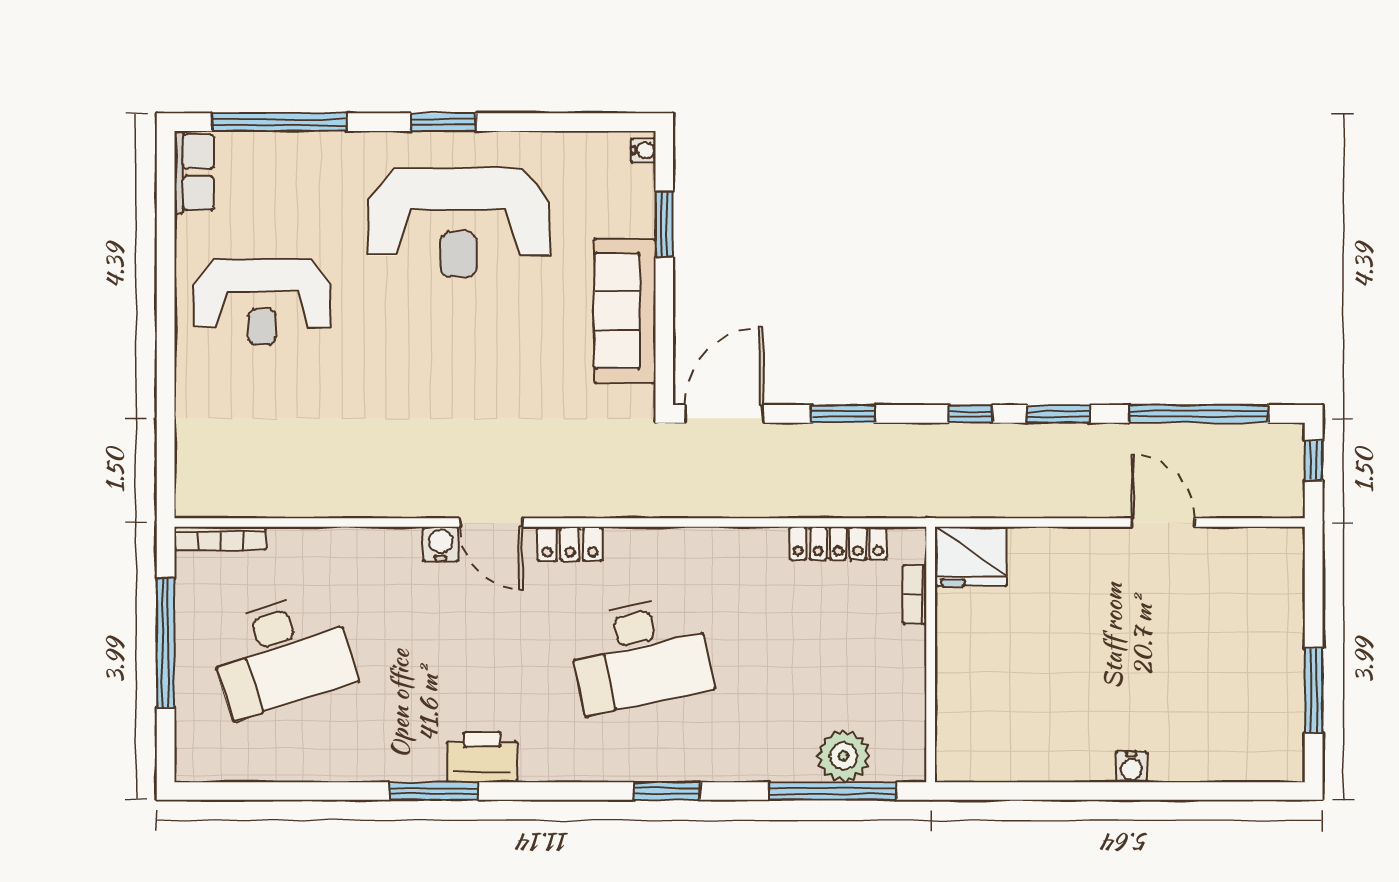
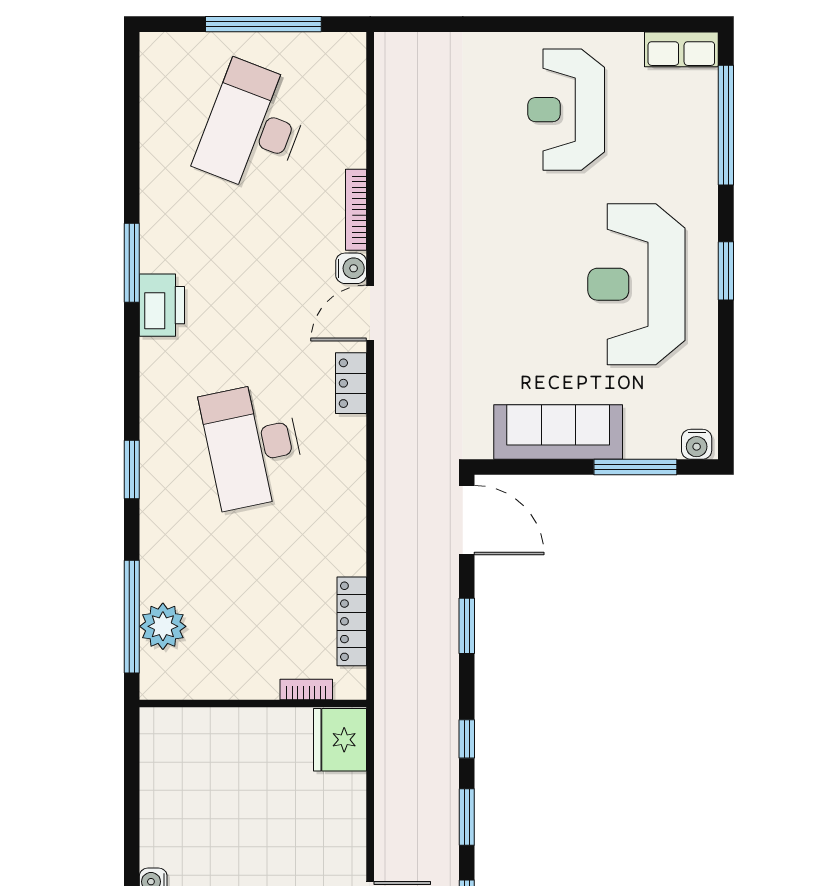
water cooler: (643, 150) -> (697, 444), width x1.38, depth x1.38
window: (664, 224) -> (635, 467), width x1.44
bookcase: (220, 538) -> (356, 210), moved
desk: (282, 655) -> (253, 127), turned 39

